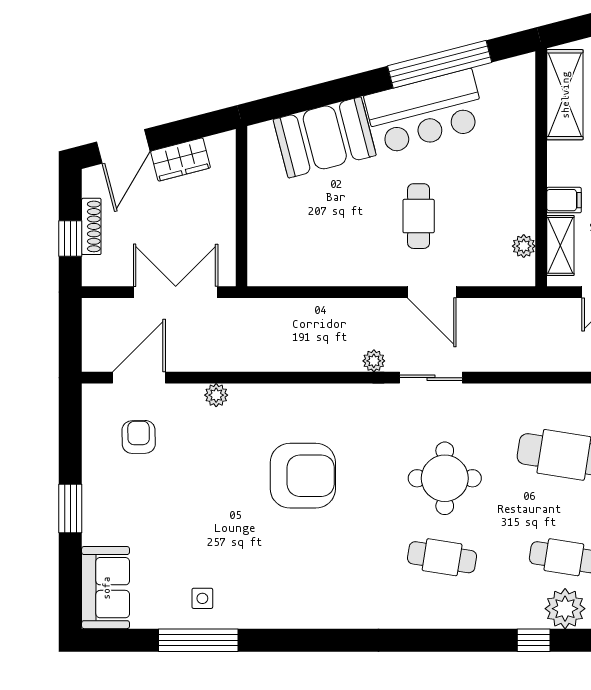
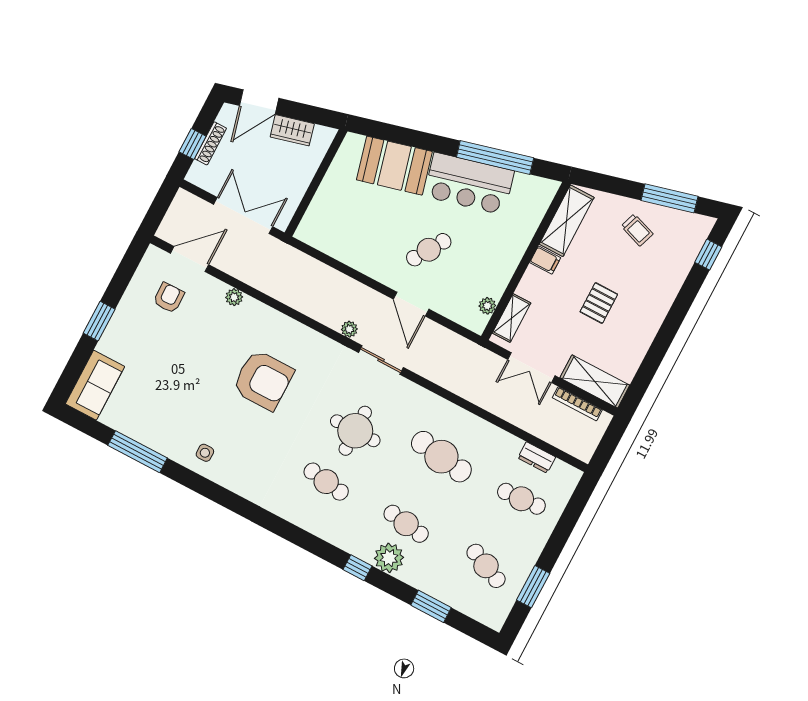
filing cabinet: (564, 200) -> (545, 260), moved
cafe table: (419, 216) -> (429, 250), turned 32
side table: (202, 598) -> (205, 453), moved

